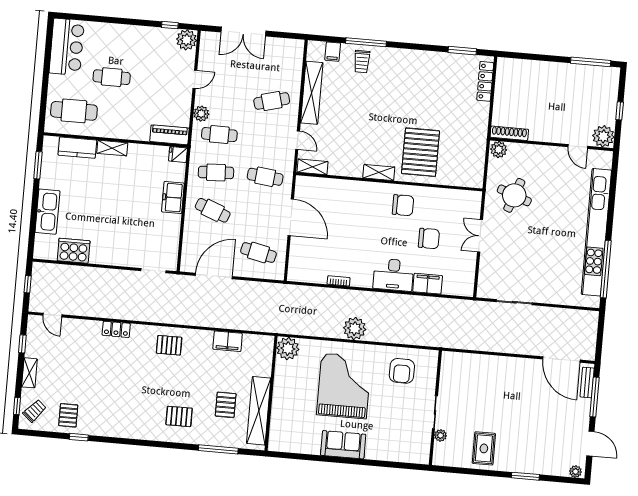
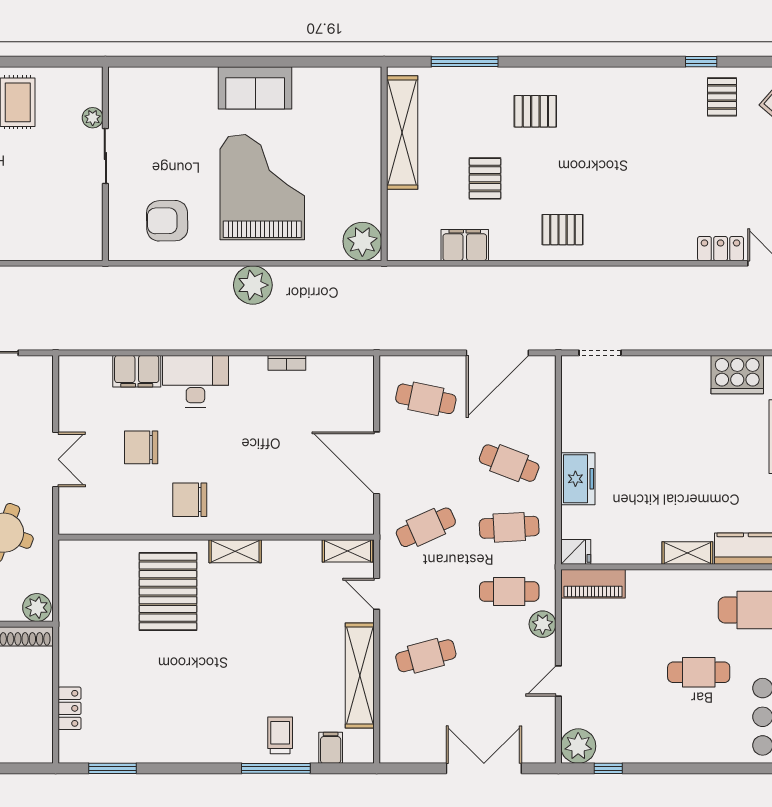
locker: (485, 81) -> (69, 708), width x0.66
cafe table: (265, 177) -> (426, 527), turned -30
locker: (116, 329) -> (721, 249), moved
armchair: (402, 371) -> (167, 221), turned -91
grand piano: (344, 386) -> (262, 187), turned 180
pallet: (226, 405) -> (485, 178), moved

